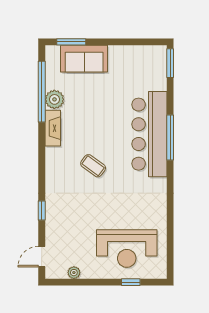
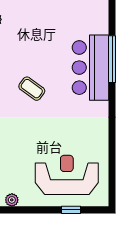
bar counter: (149, 134) -> (90, 68), width x0.73
reception desk: (127, 249) -> (67, 175), turned 180

